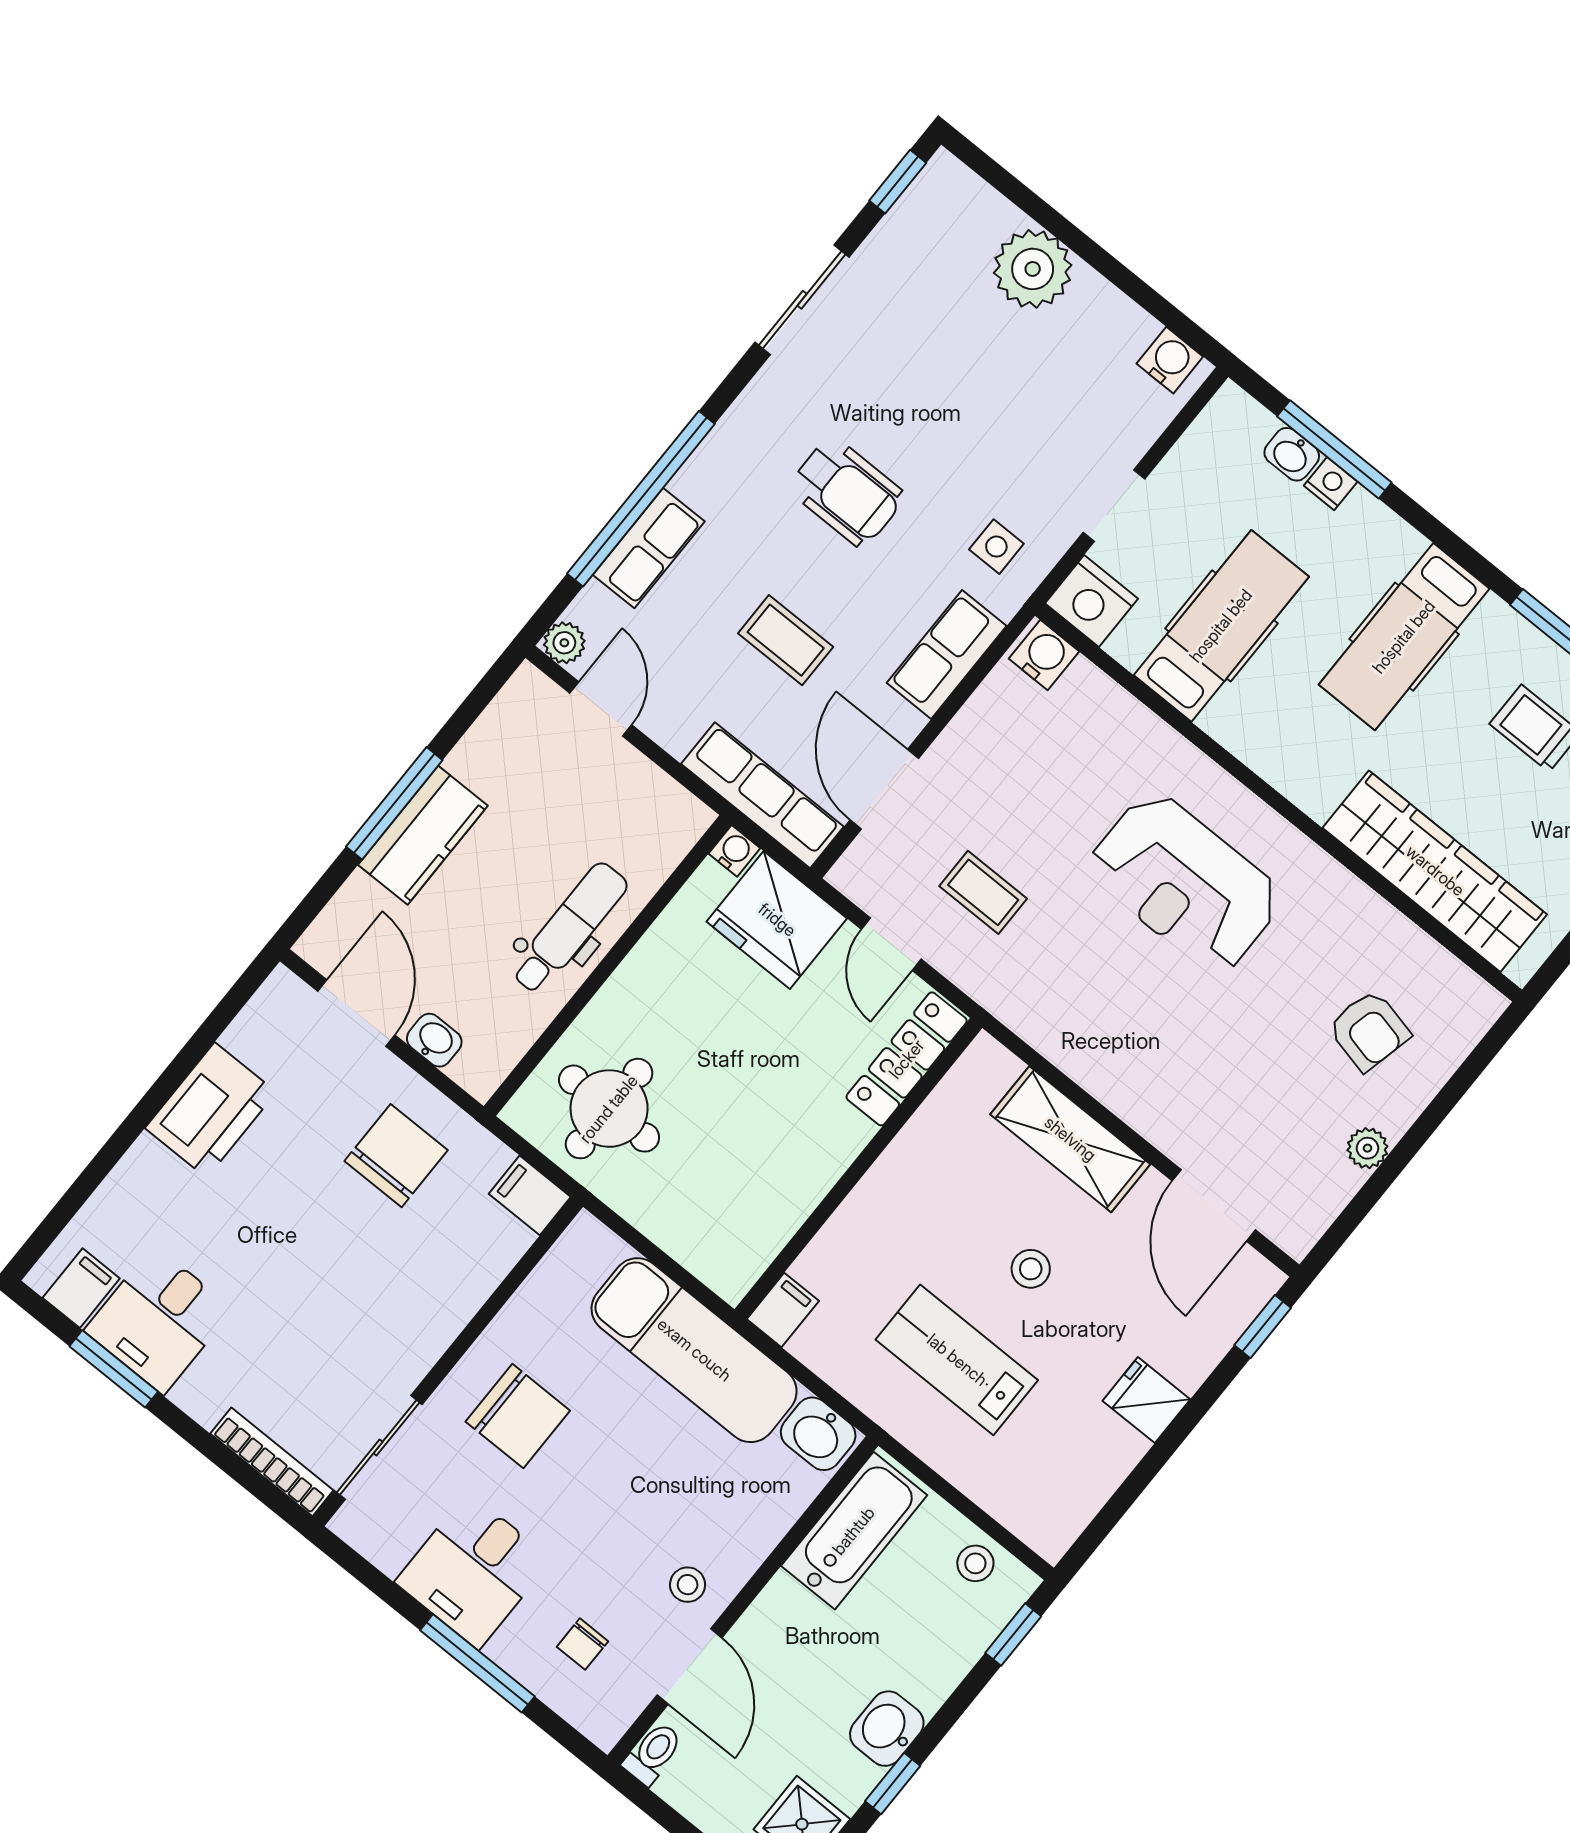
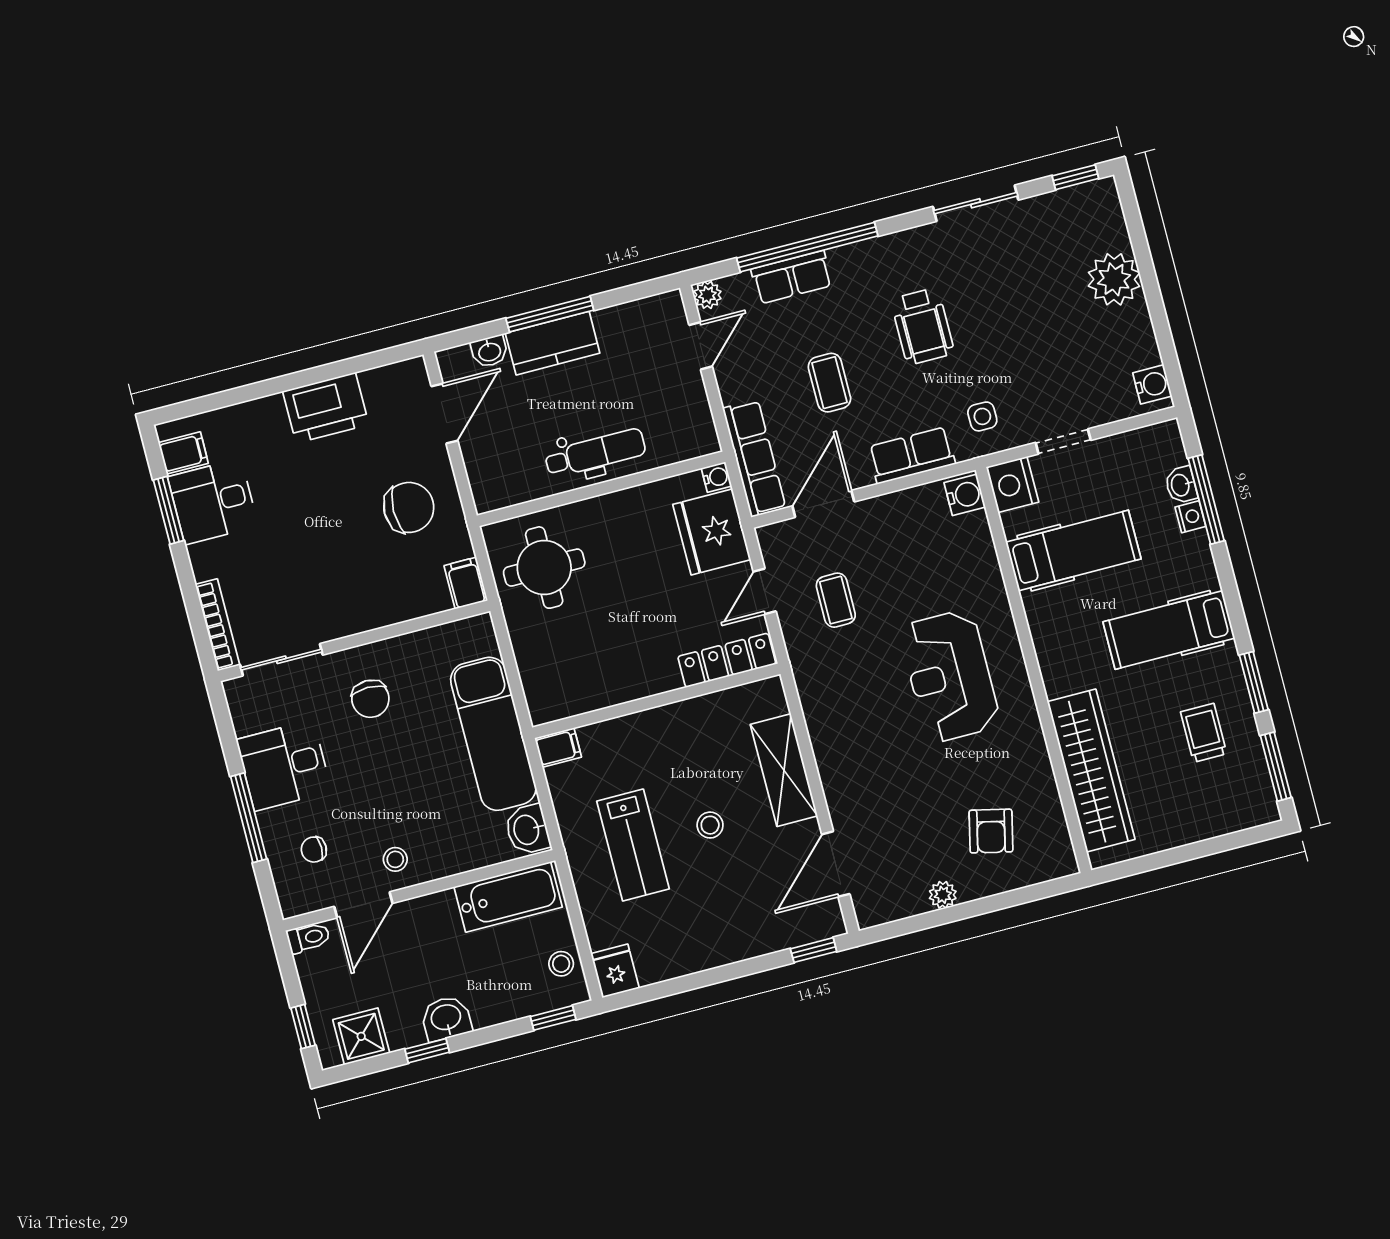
washbasin: (434, 1040) -> (489, 351), moved, turned 90
lab bench: (957, 1360) -> (633, 845), turned 180
fridge: (1146, 1400) -> (615, 971), moved
chair: (518, 1416) -> (370, 699), width x0.73, depth x0.73

